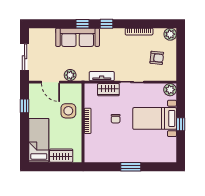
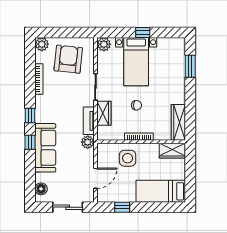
floor lamp: (41, 33) -> (41, 189), added
armchair: (157, 58) -> (68, 59), width x1.88, depth x1.88
plant: (70, 75) -> (88, 142), moved
wardrobe: (61, 156) -> (172, 151), moved, turned -90
wardrobe: (100, 156) -> (178, 122), added
window: (131, 167) -> (190, 66), moved

